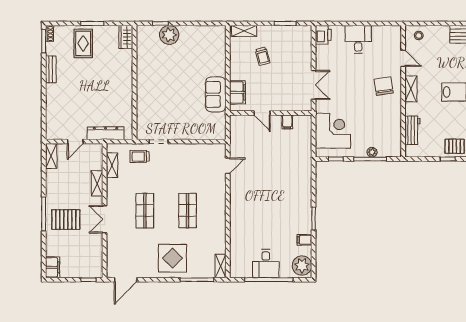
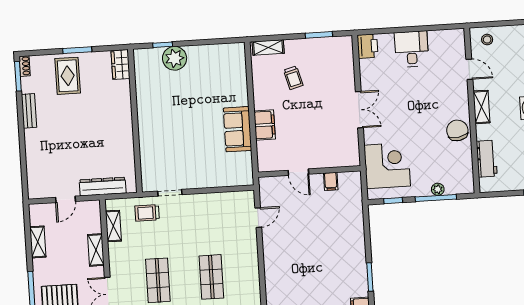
chair: (384, 86) -> (457, 130), moved
door: (262, 113) -> (298, 172), moved
wall: (271, 113) -> (309, 172), moved
filing cabinet: (287, 122) -> (331, 181), moved
shelving: (51, 156) -> (38, 242), moved

